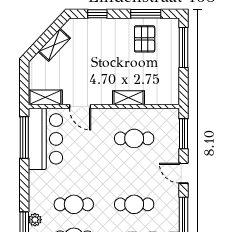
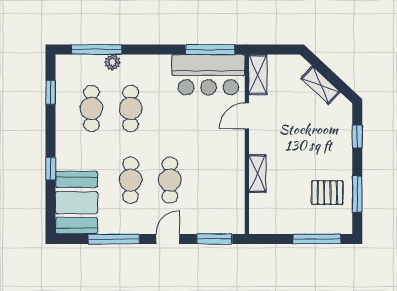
cafe table: (134, 138) -> (170, 180), moved

